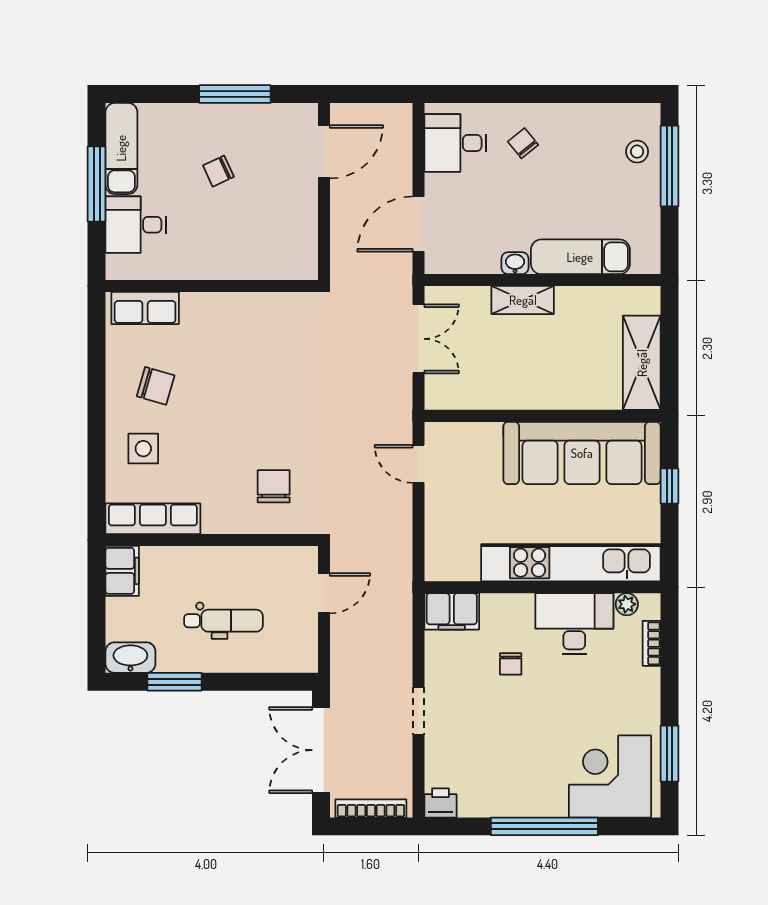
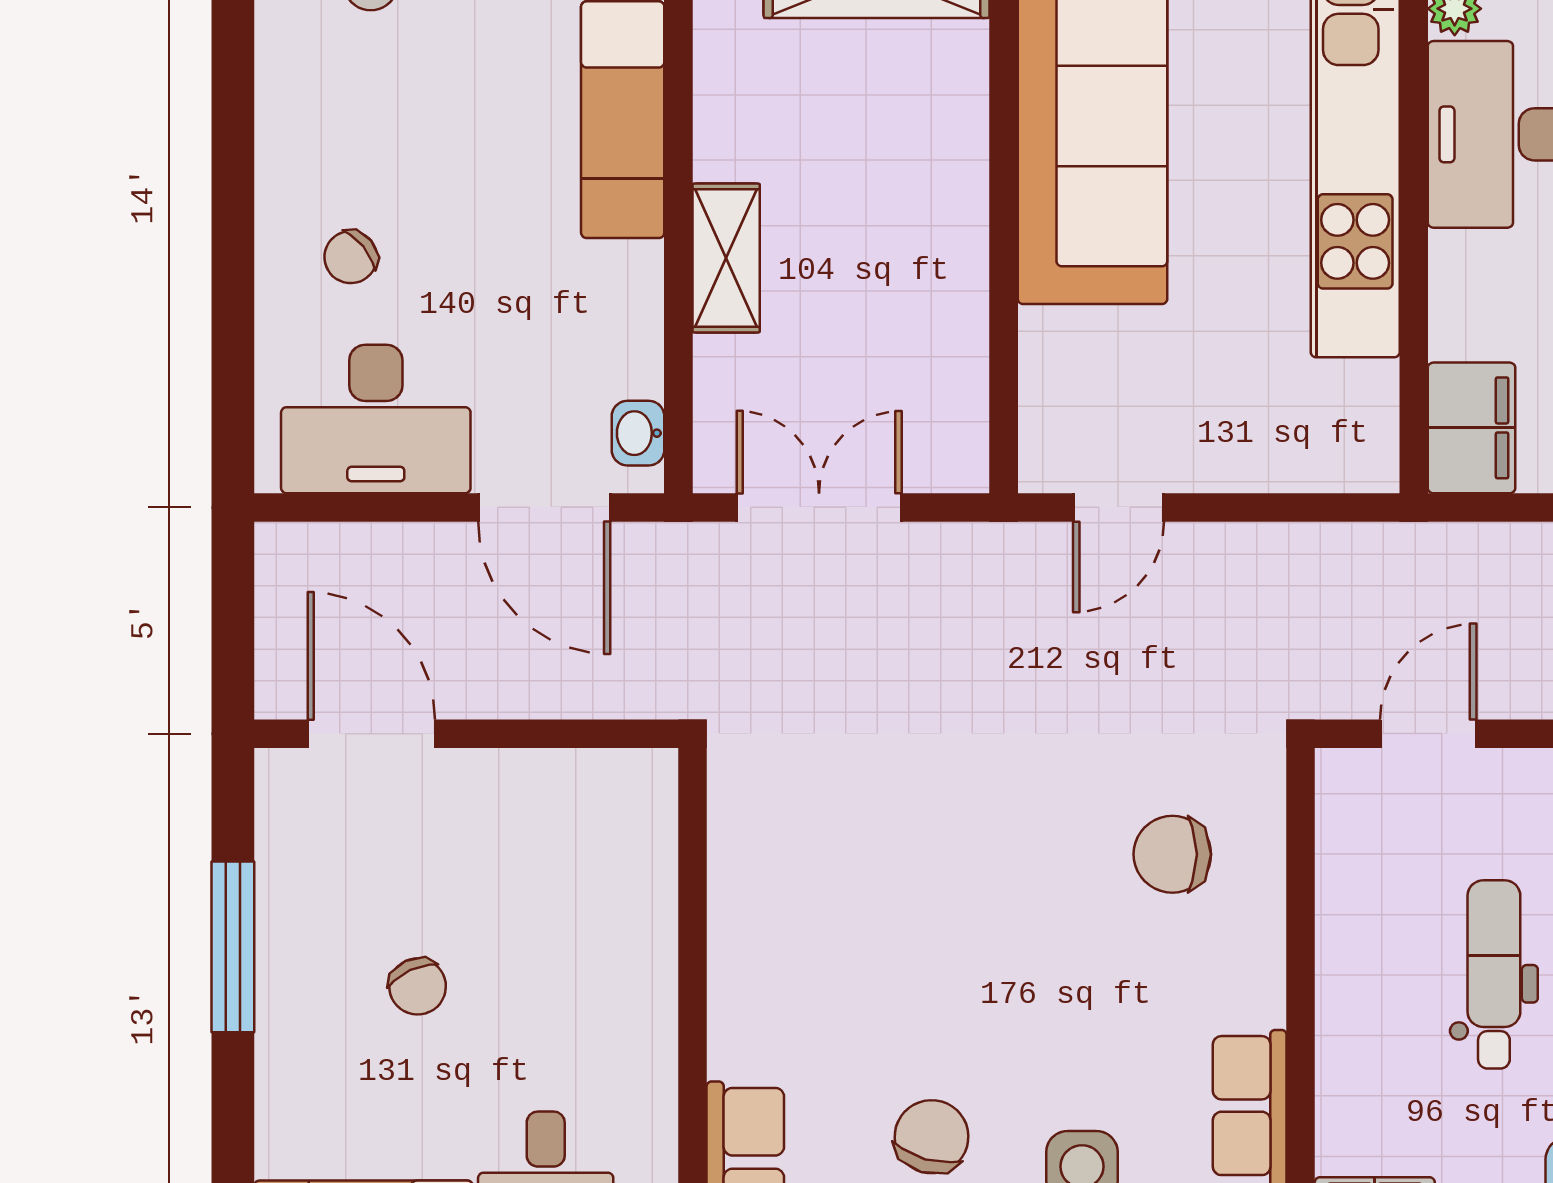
desk: (455, 143) -> (376, 419), width x1.37
washbasin: (515, 263) -> (638, 433), moved
door: (324, 593) -> (1428, 734), hinge flipped

